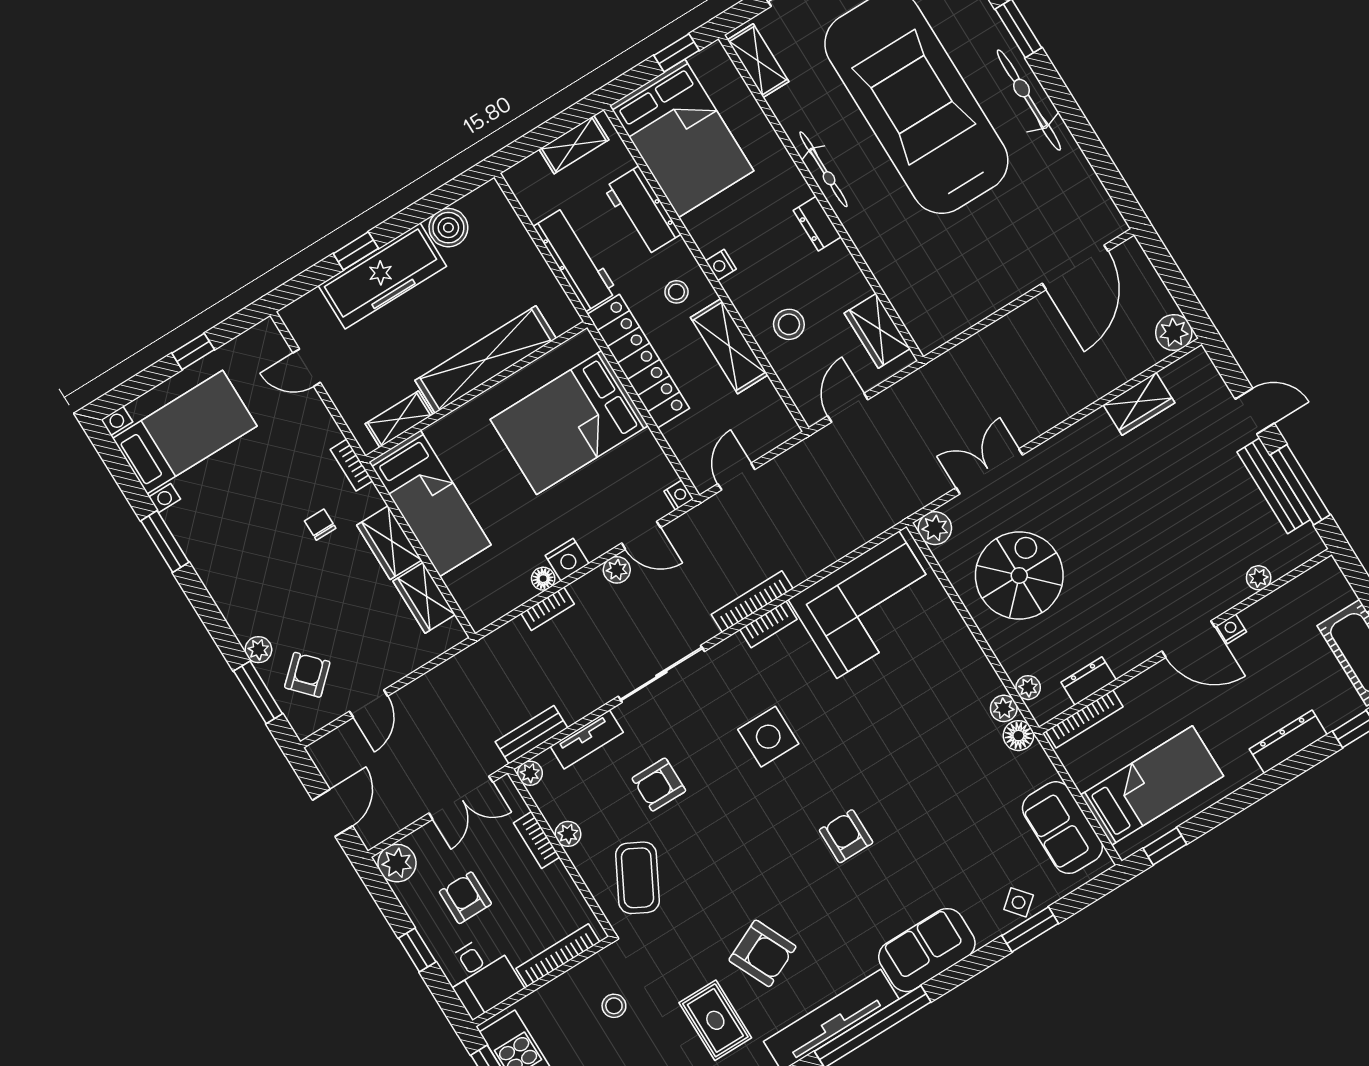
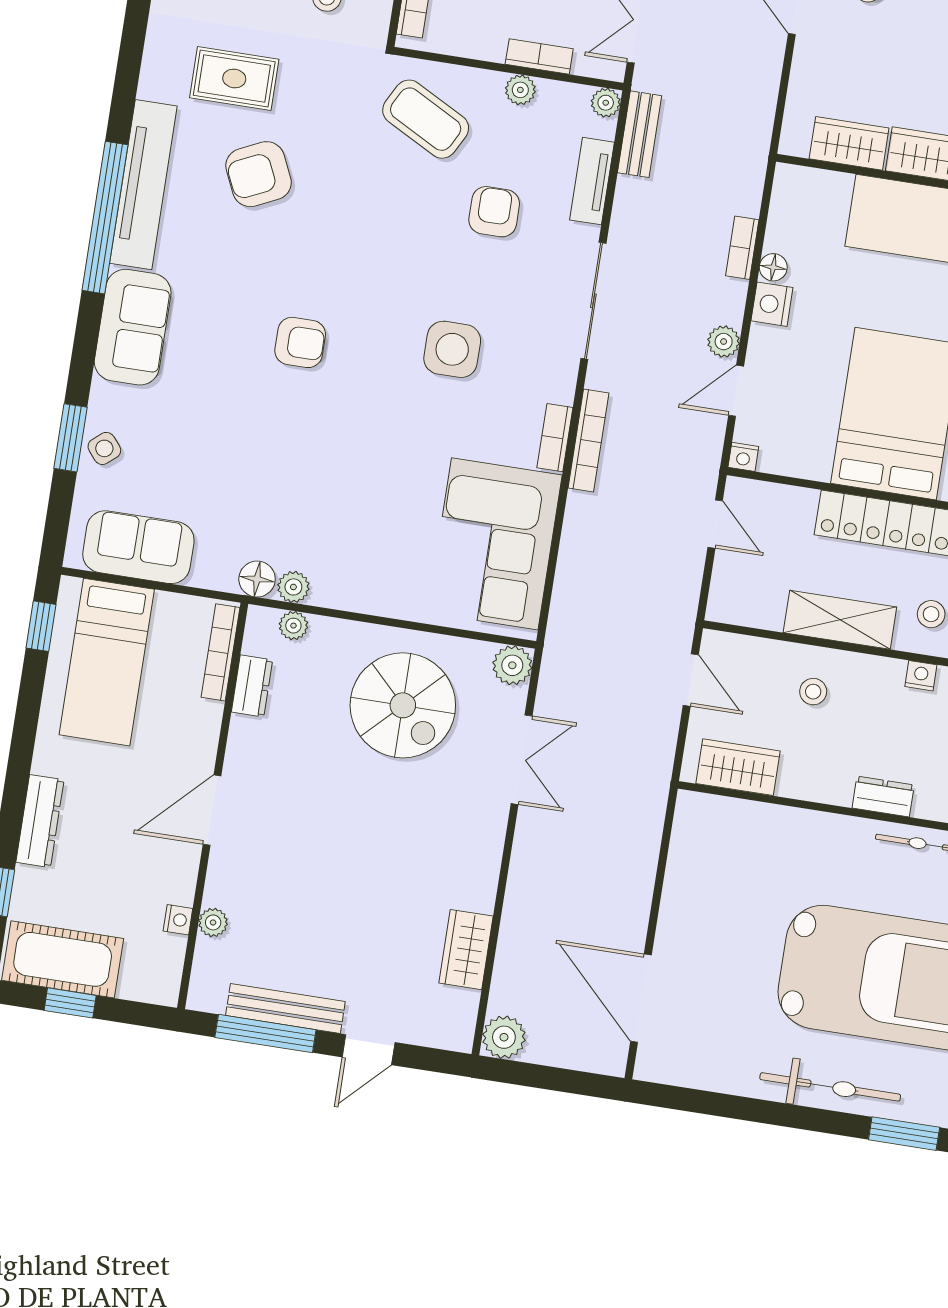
stool: (789, 324) -> (813, 692), width x0.73, depth x0.73
nightstand: (1231, 629) -> (178, 920), moved

